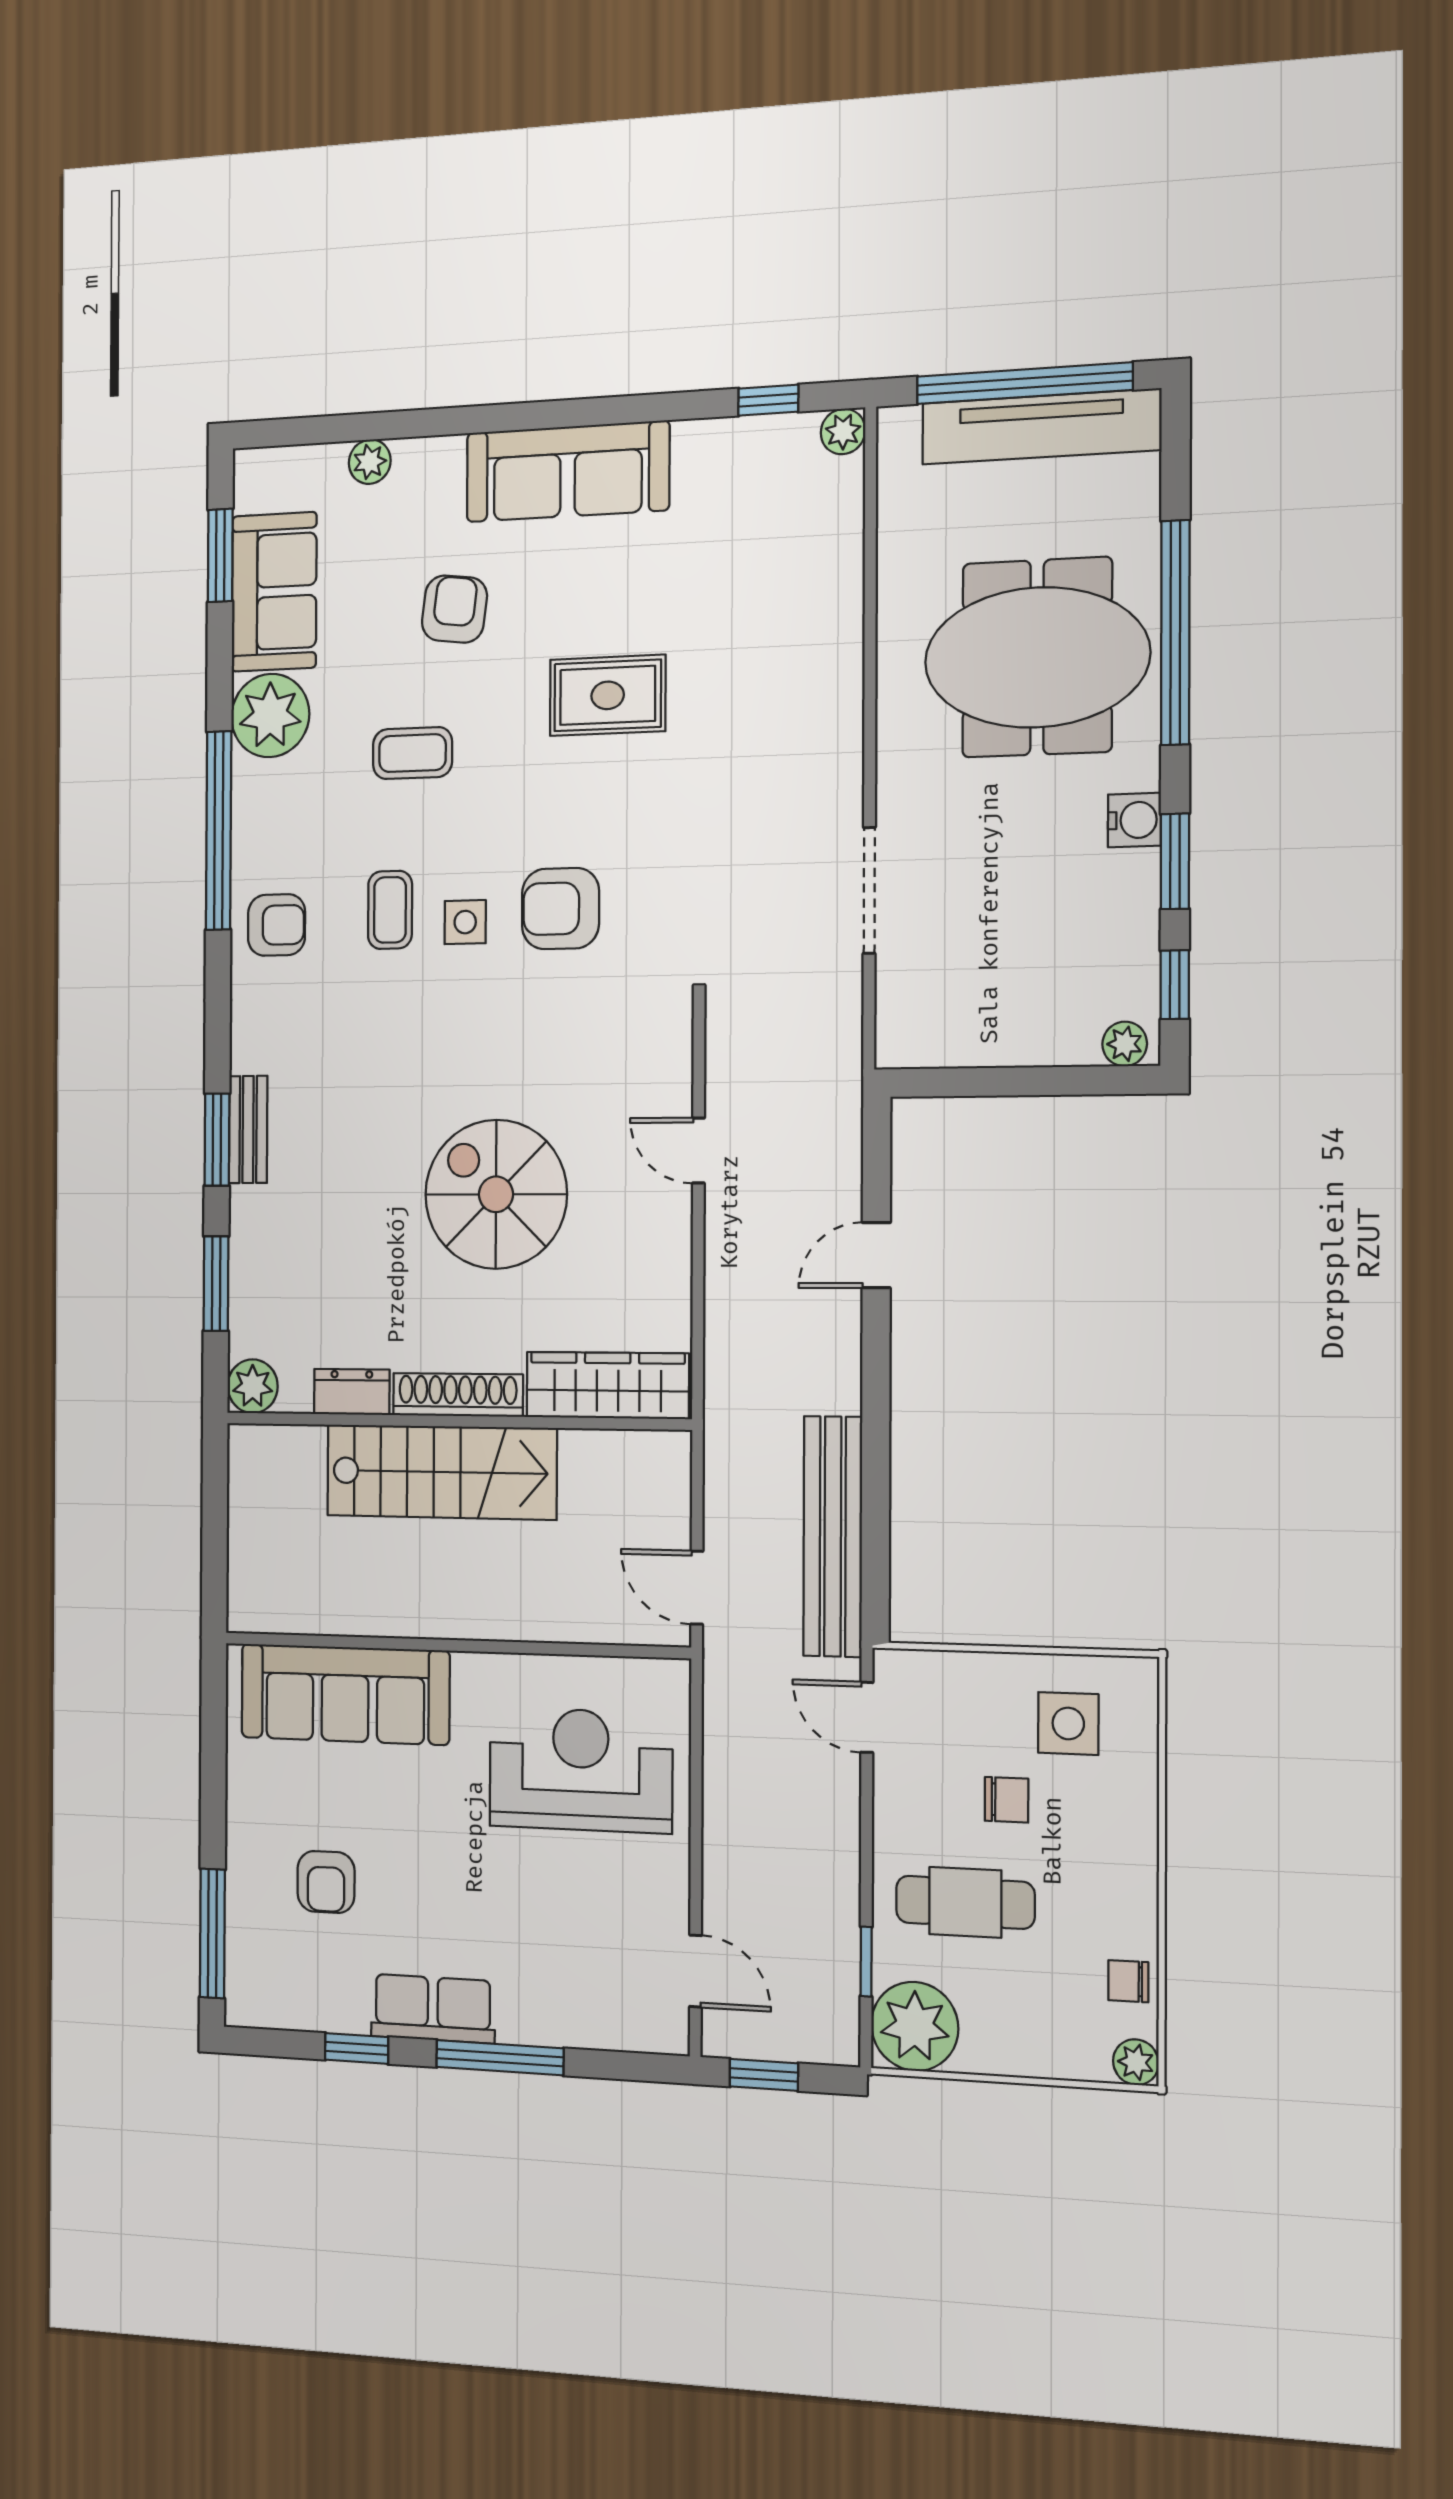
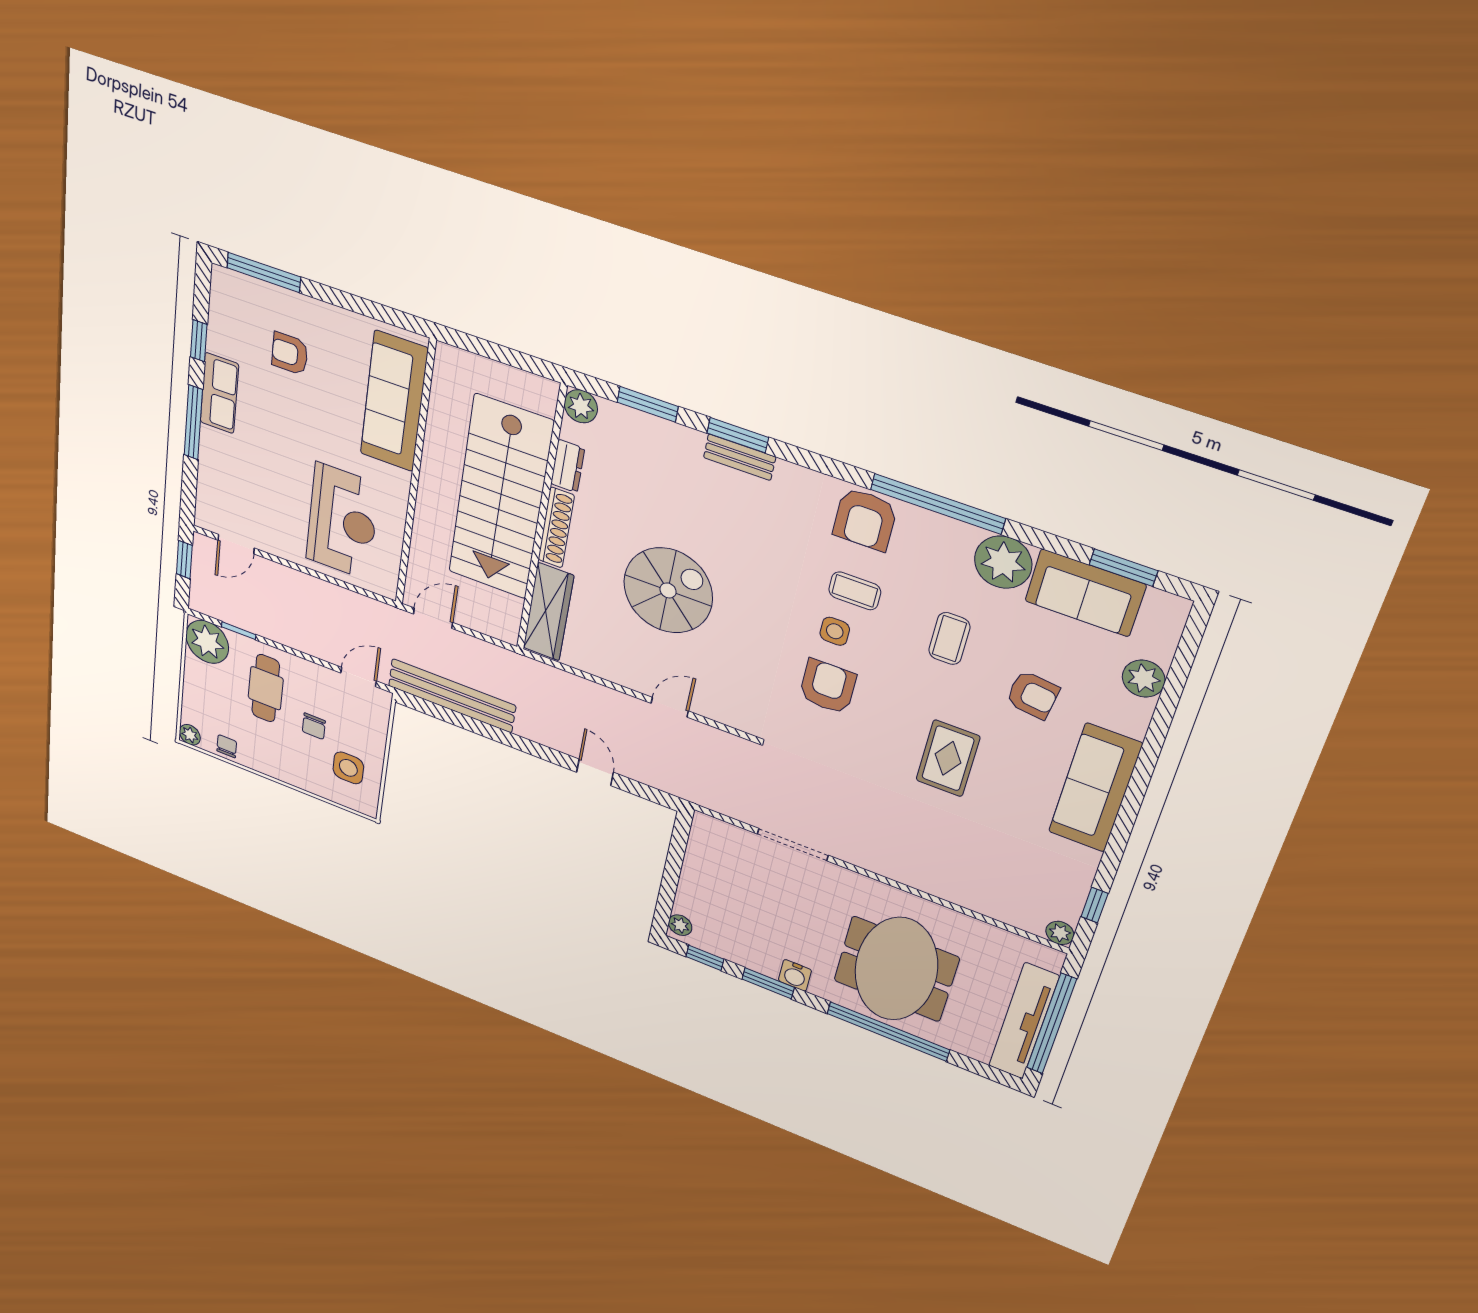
plant: (370, 462) -> (1144, 679), width x1.38, depth x1.38
armchair: (276, 925) -> (865, 519), width x1.38, depth x1.38
stairs: (441, 1472) -> (500, 498), width x1.36, depth x1.51

